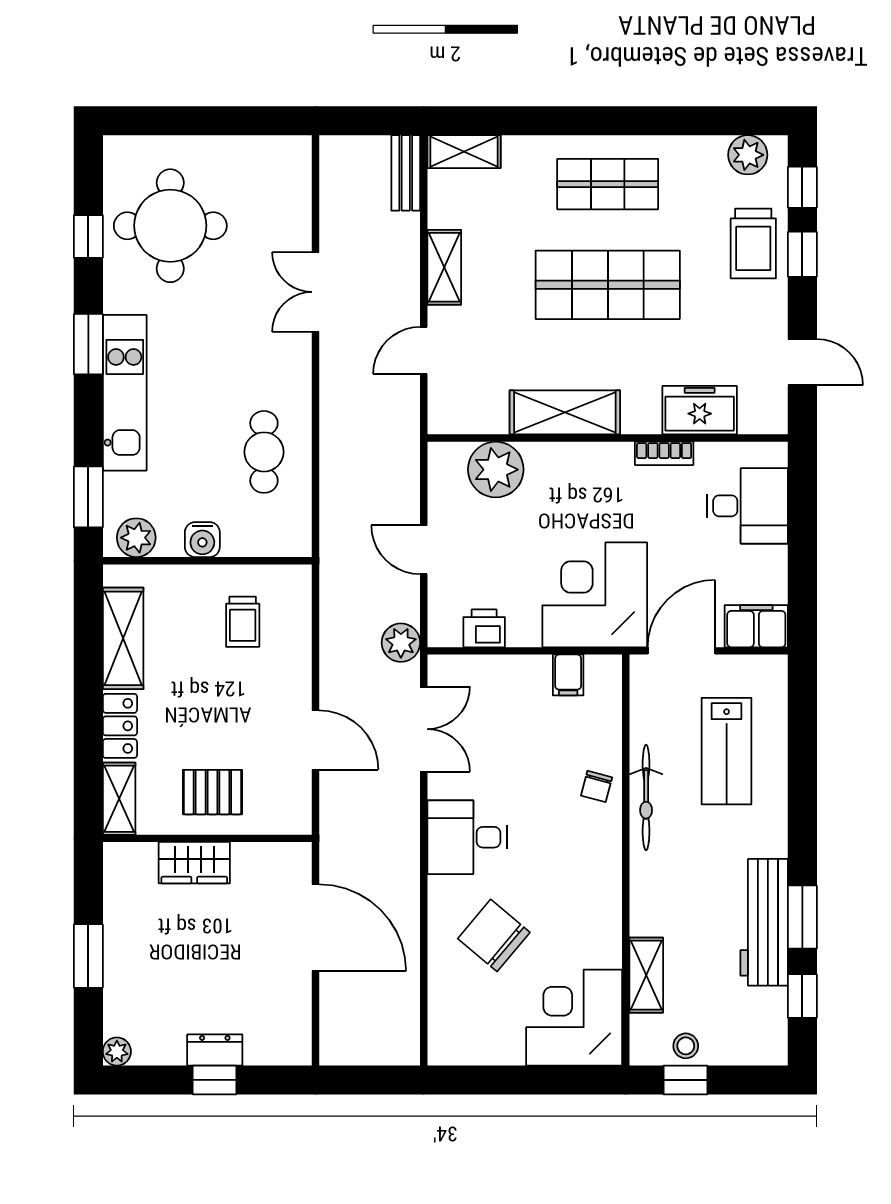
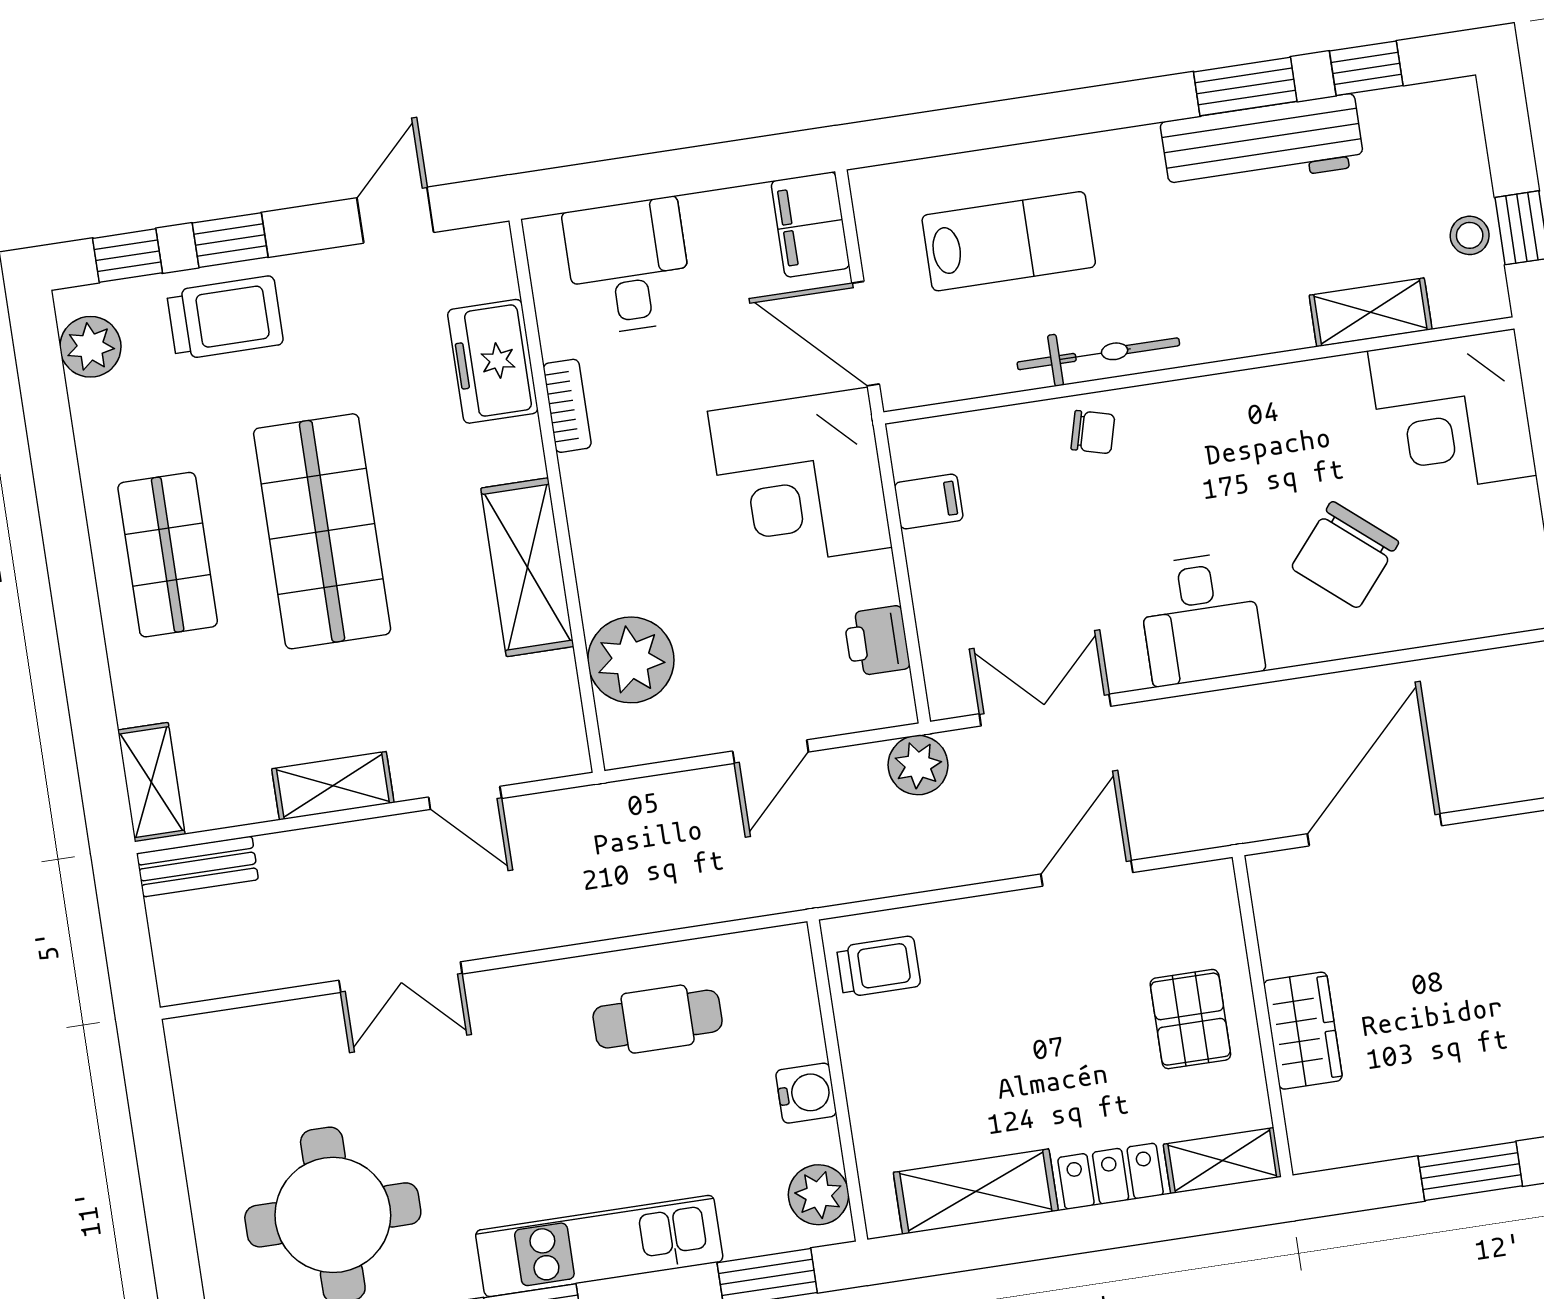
trolley: (243, 622) -> (879, 967), moved

